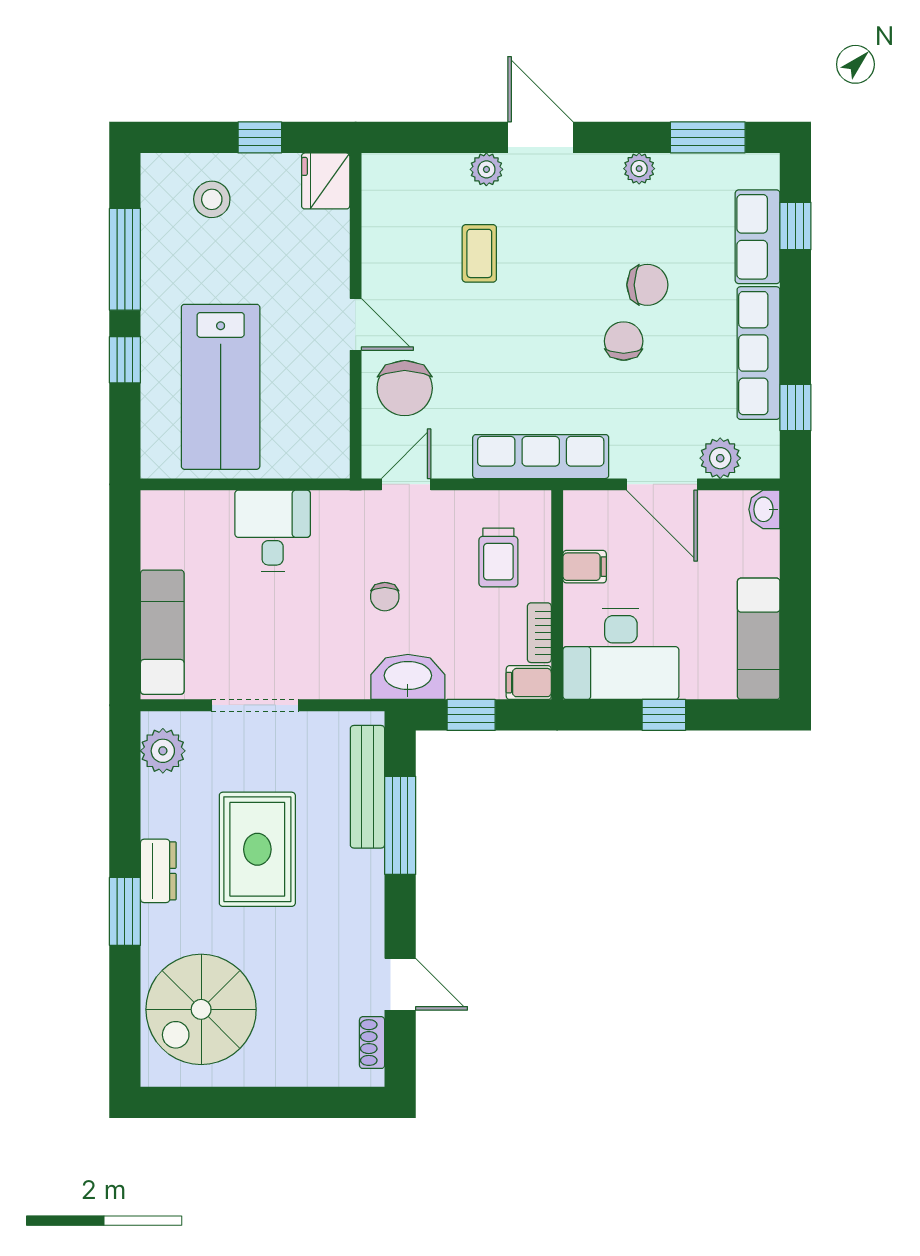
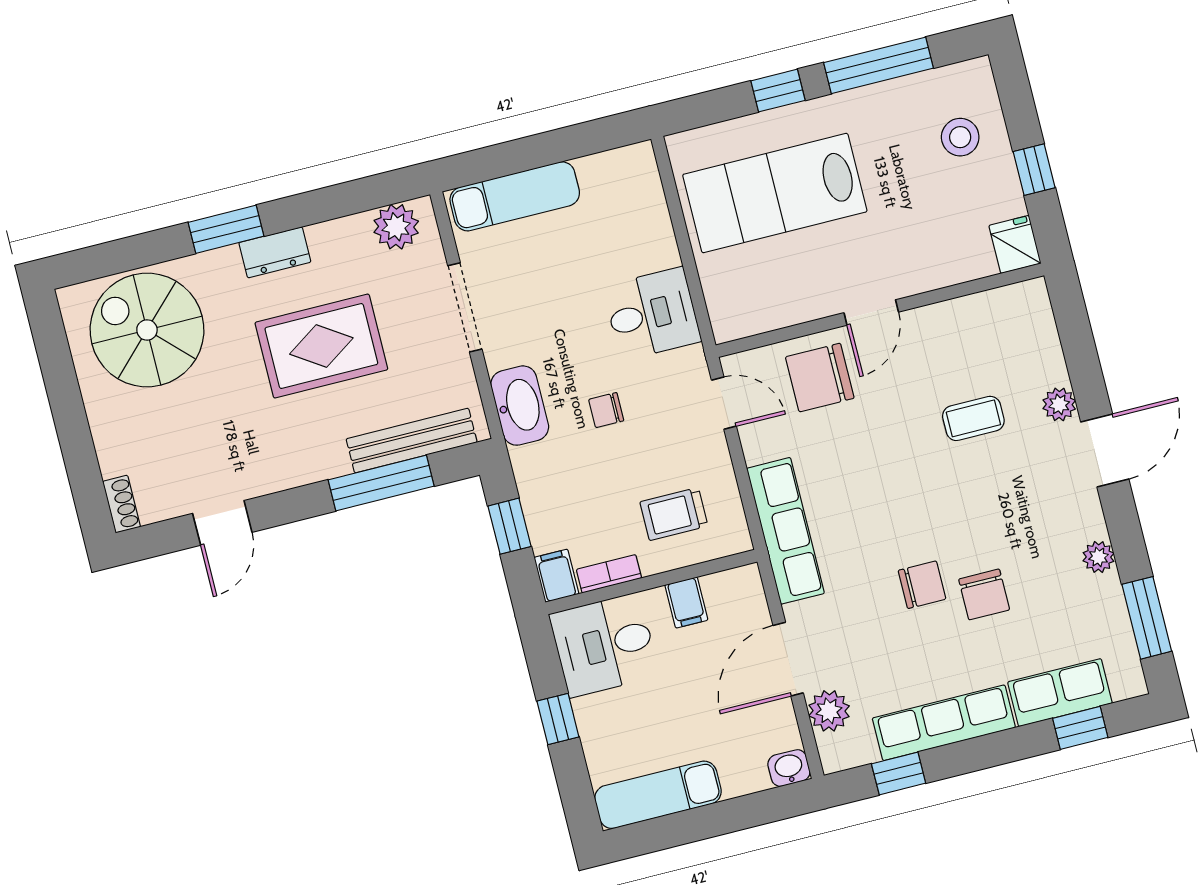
fridge: (326, 181) -> (1015, 244), width x0.72
desk: (273, 531) -> (652, 314), moved
desk: (621, 654) -> (604, 645), width x0.73
washbasin: (408, 677) -> (520, 406), moved
shoe rack: (372, 1043) -> (122, 504), moved, turned 90

